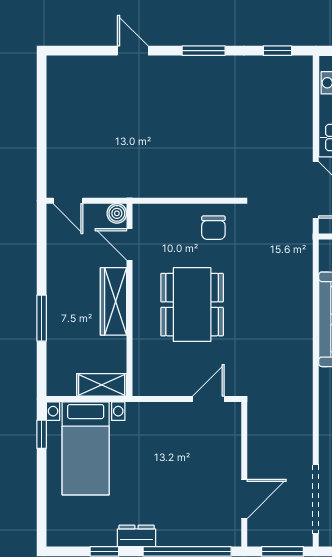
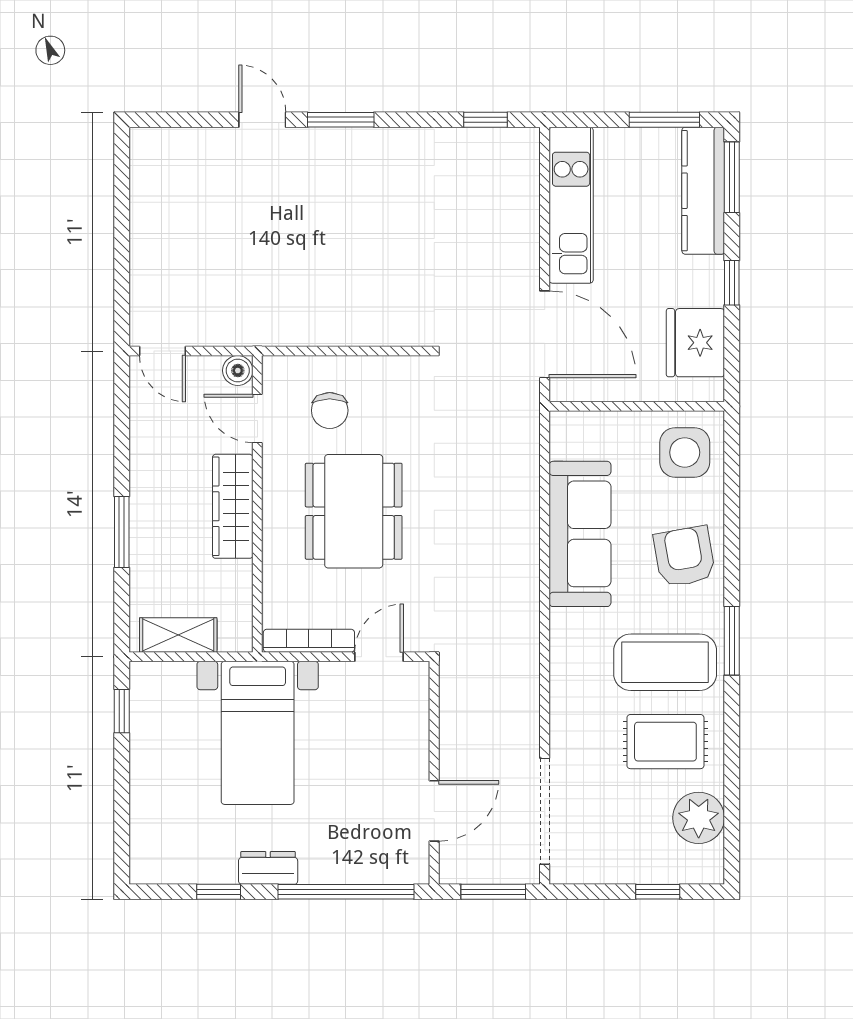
window: (204, 51) -> (341, 120), moved
chair: (213, 228) -> (330, 410), moved
shelving: (102, 385) -> (178, 635), moved
bookcase: (163, 389) -> (309, 641), added
bed with nightstands: (86, 448) -> (258, 733), moved

